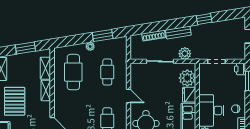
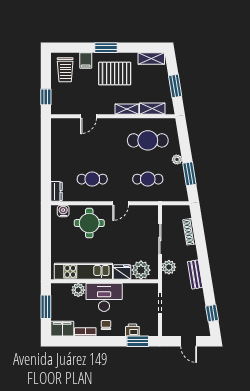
window: (204, 19) -> (212, 313), moved
bench: (178, 33) -> (195, 274), moved
printer: (240, 69) -> (132, 330), moved

